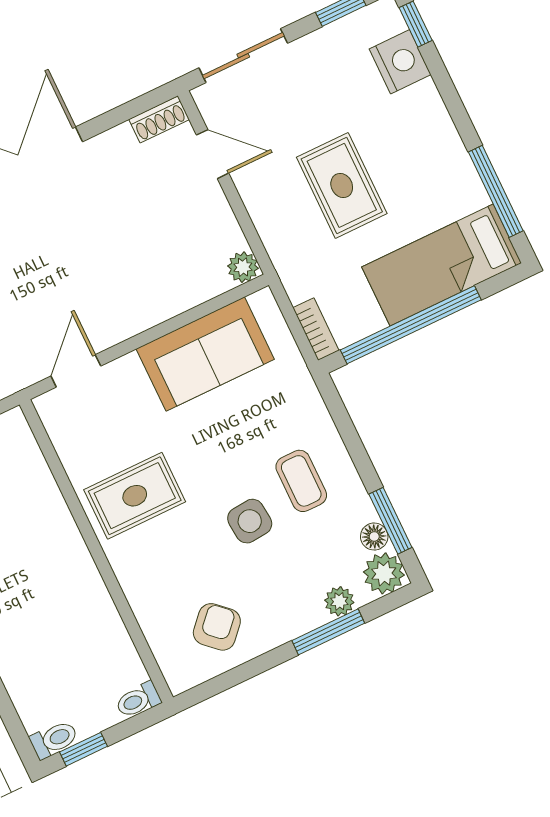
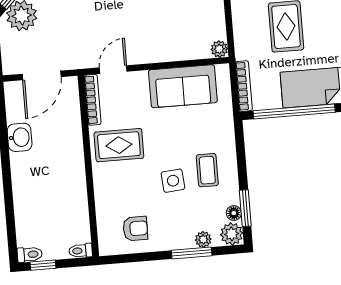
bookcase: (316, 329) -> (244, 86), width x1.56
bookcase: (61, 436) -> (93, 100), added
armchair: (217, 627) -> (135, 229), turned 47

